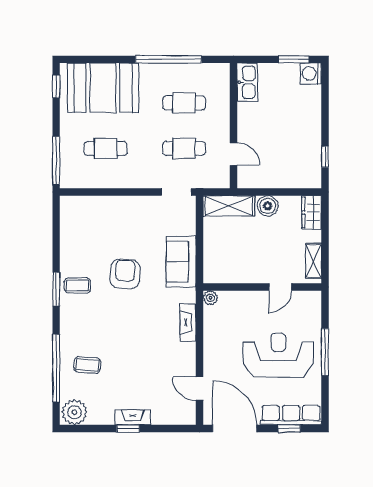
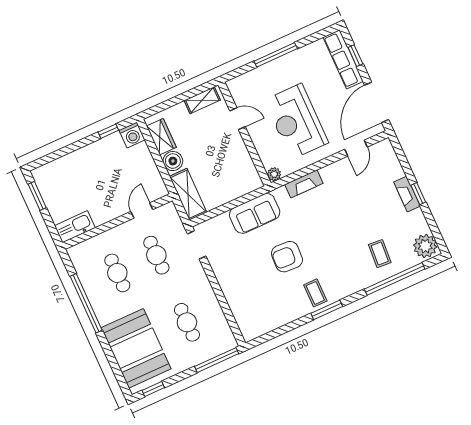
washing machine: (311, 73) -> (132, 135), moved
wardrobe: (312, 212) -> (161, 137), moved, turned -90
reception desk: (278, 355) -> (296, 121), moved

